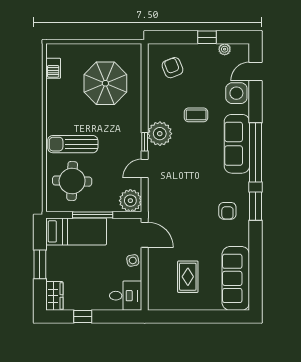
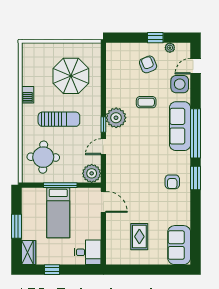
barbecue: (53, 68) -> (28, 95), moved
armchair: (172, 68) -> (148, 64), moved
sun lounger: (73, 144) -> (59, 119), moved, turned 180
bed: (76, 231) -> (58, 213), moved, turned 90
side table: (133, 260) -> (94, 223), removed
sofa: (236, 278) -> (179, 245), width x0.73

